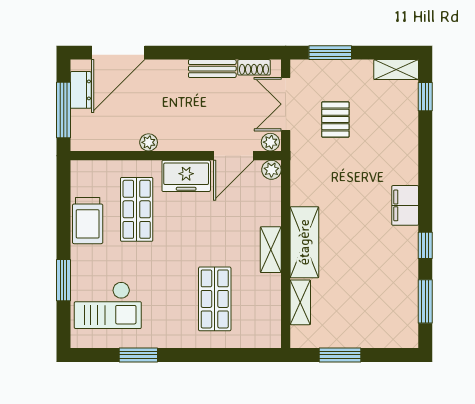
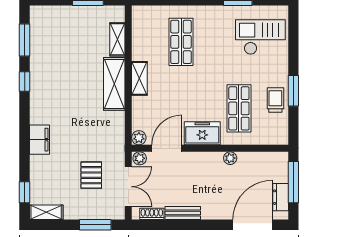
filing cabinet: (405, 205) -> (40, 140), moved
trolley: (88, 221) -> (275, 100), width x0.73, depth x0.72
window: (64, 280) -> (293, 91), moved

